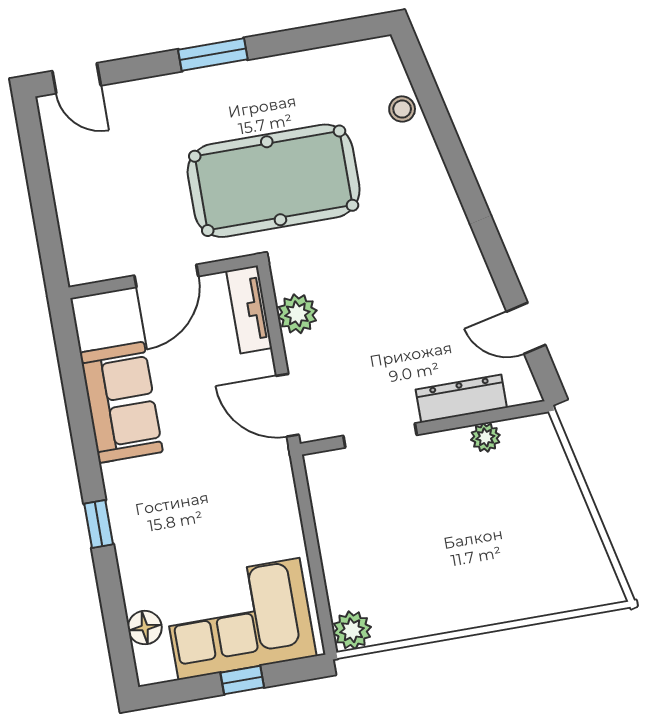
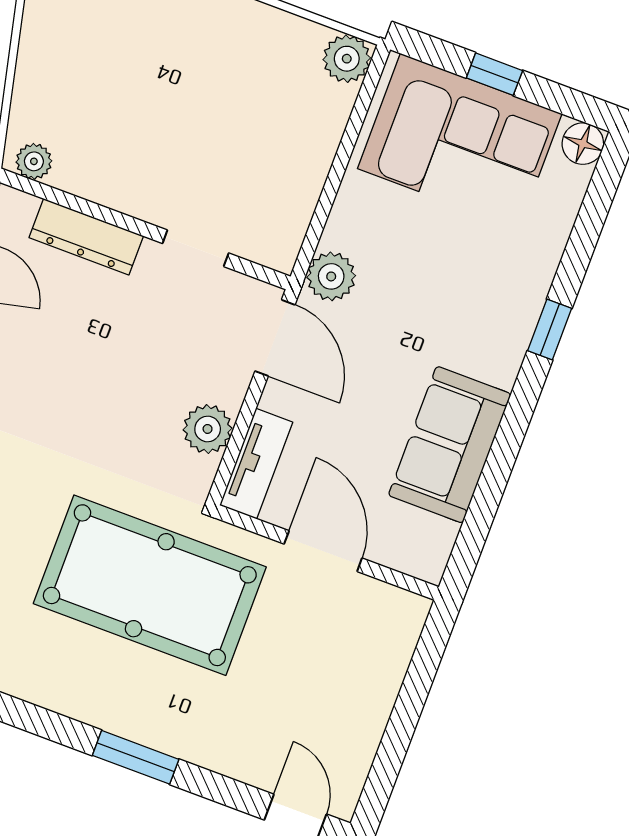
door: (166, 276) -> (323, 551), hinge flipped
doorway: (380, 435) -> (196, 248), width x0.73
plant: (485, 437) -> (34, 161), moved
plant: (273, 471) -> (331, 276), added
floor lamp: (145, 628) -> (583, 144), moved

